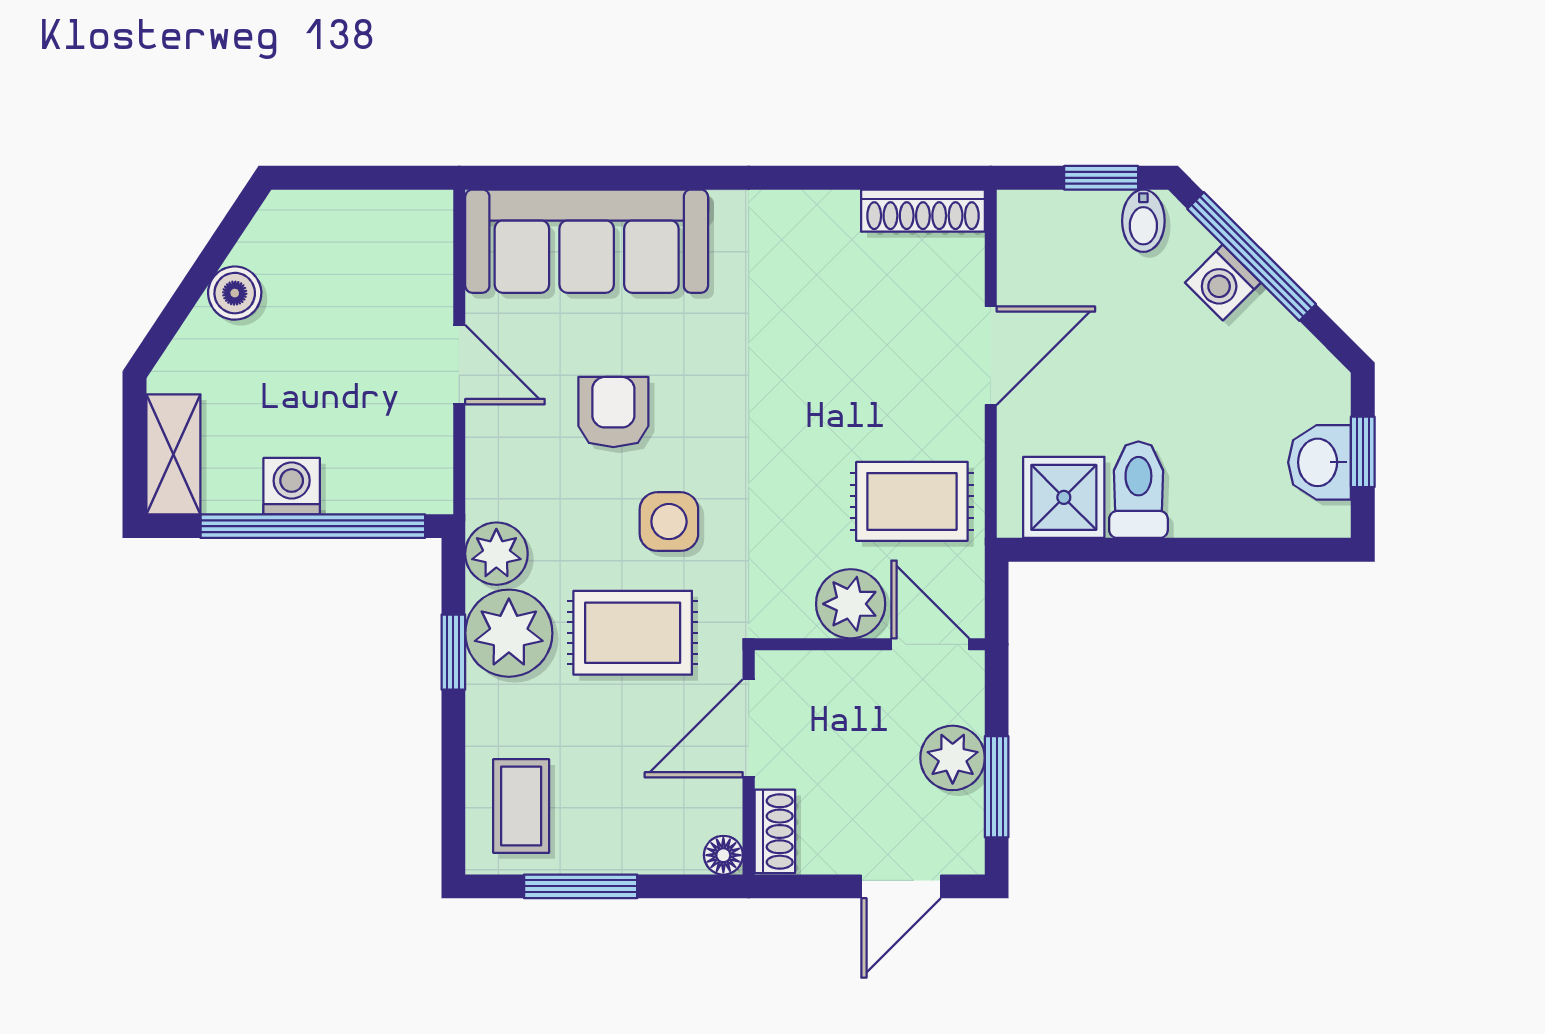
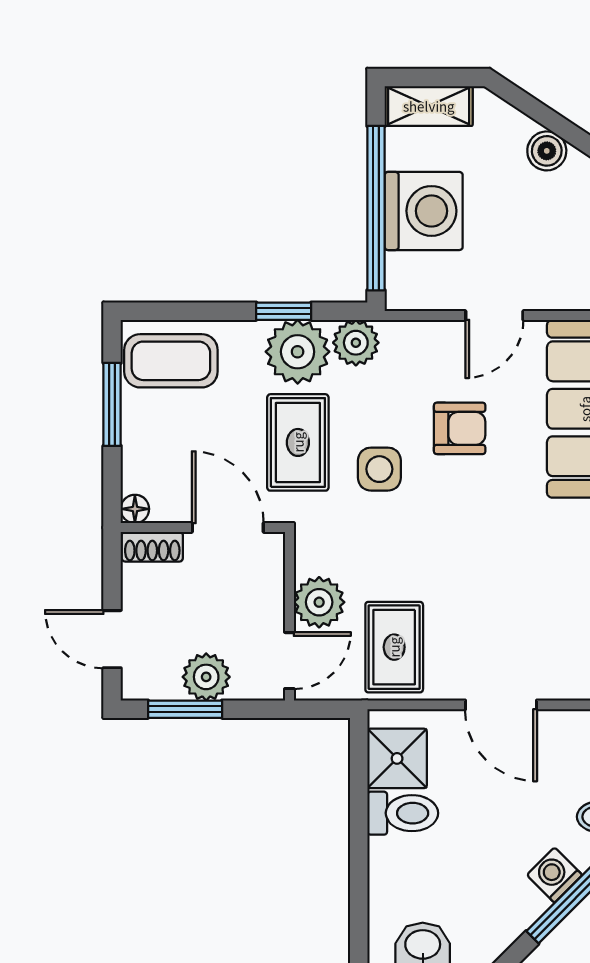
washing machine: (292, 486) -> (424, 211), width x1.89, depth x1.89
coffee table: (521, 806) -> (171, 361), width x1.36, depth x1.30

